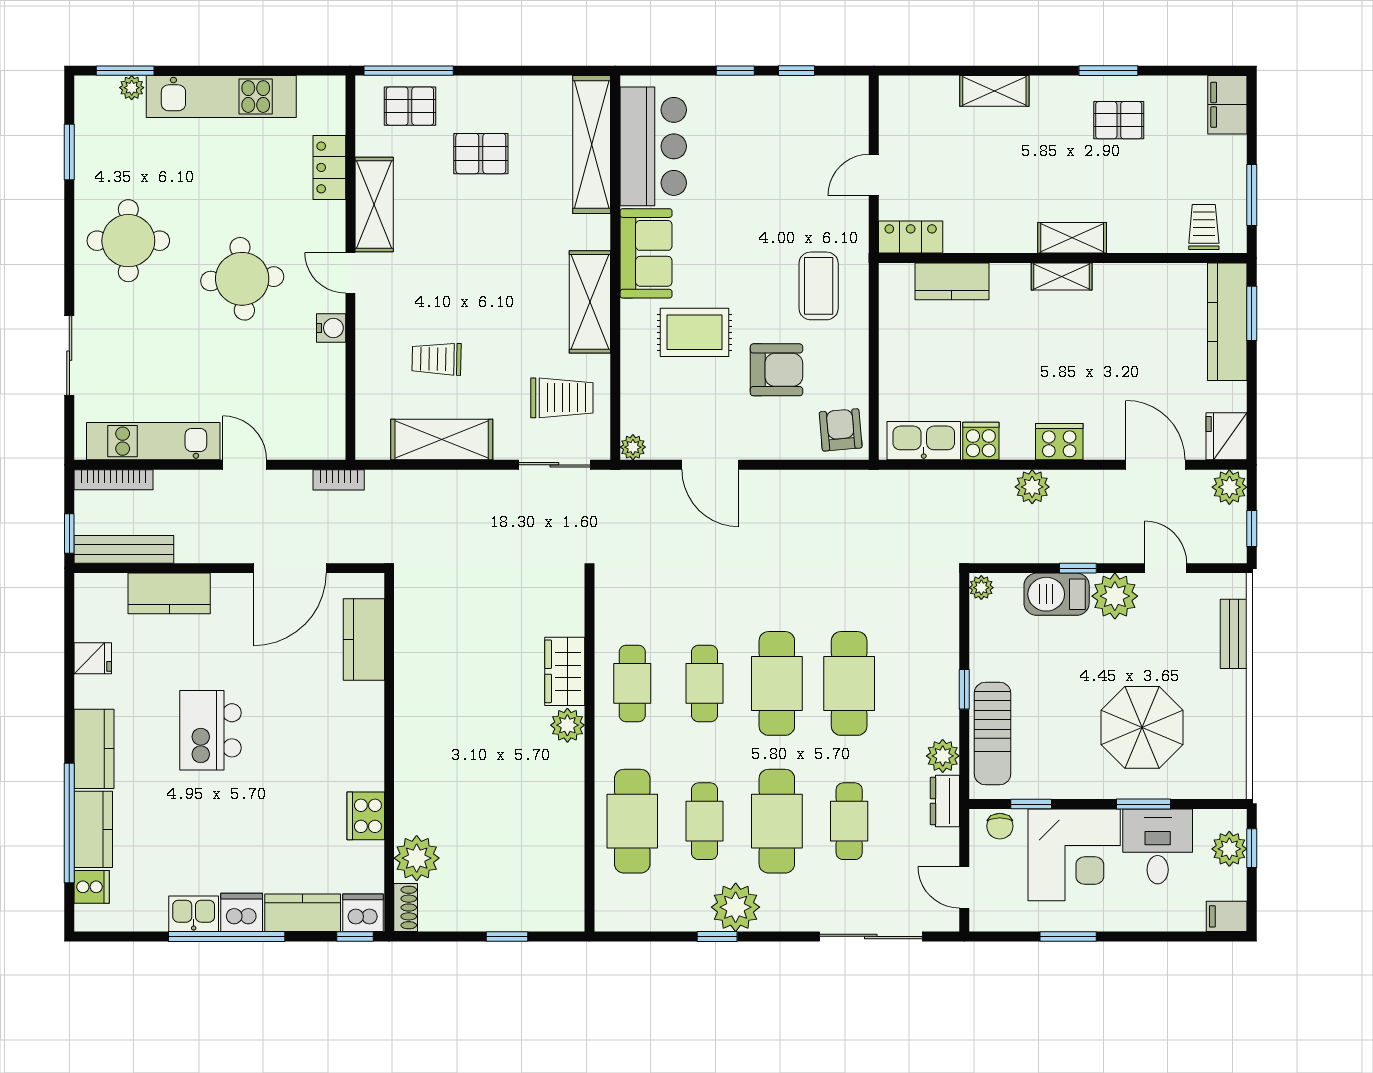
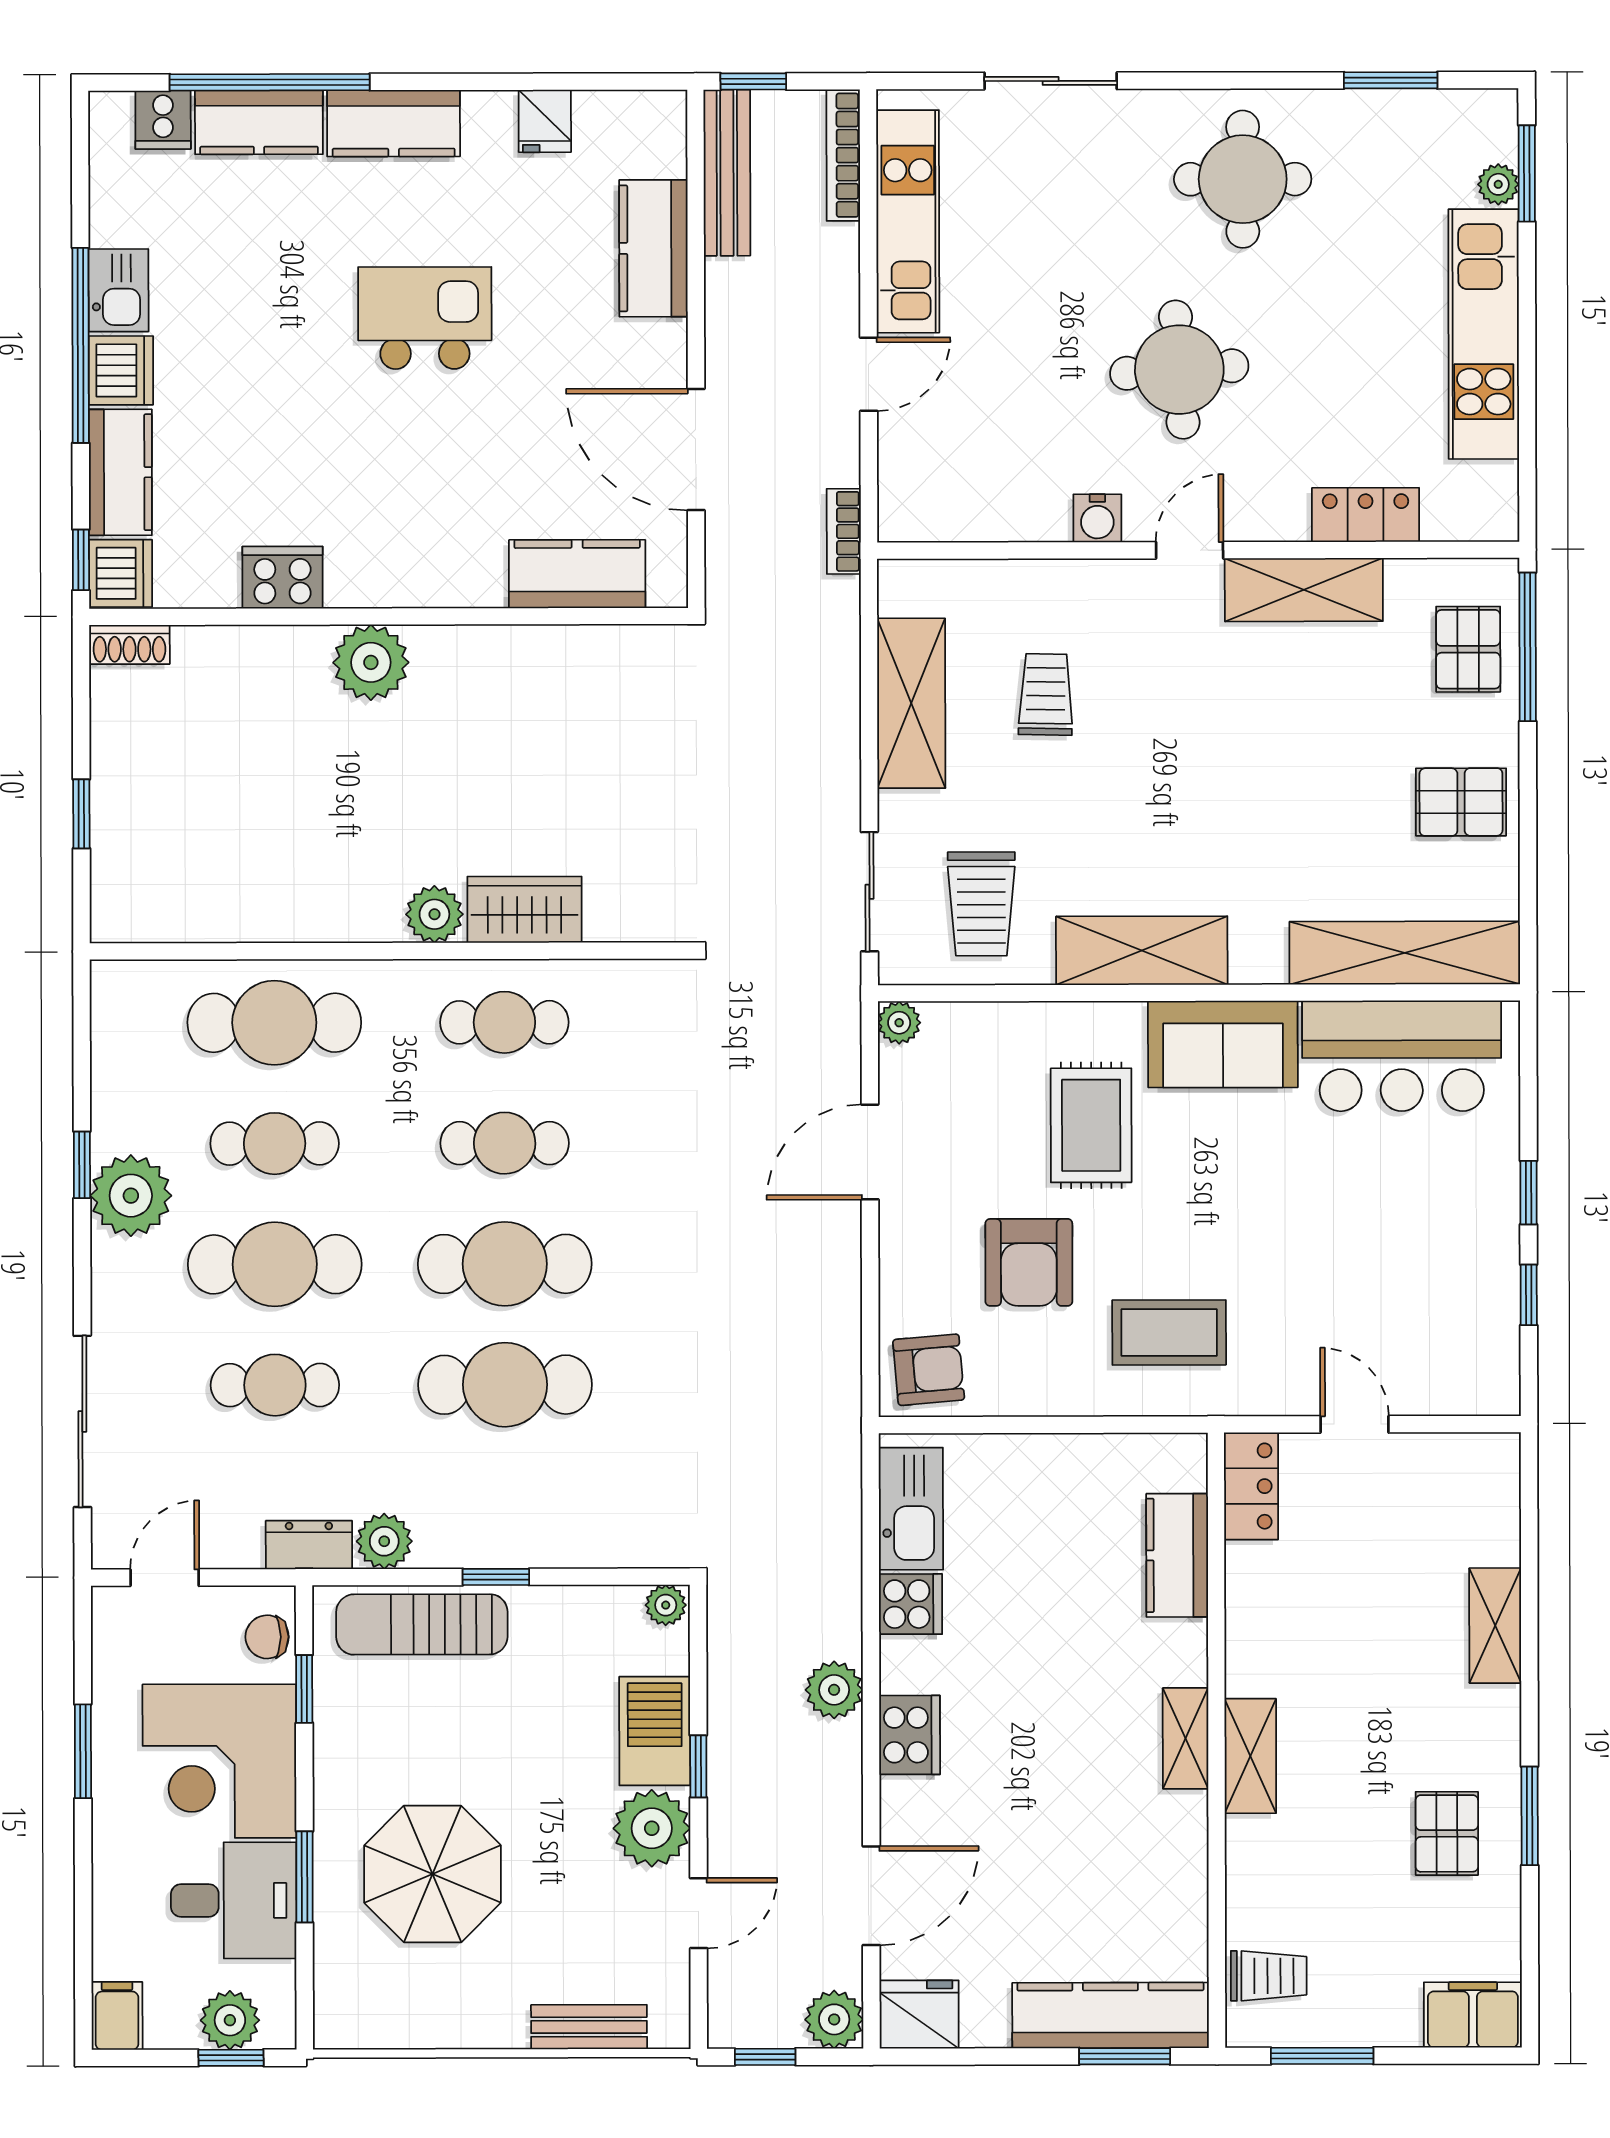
pallet: (481, 154) -> (1461, 802), moved, turned 90
plant: (417, 858) -> (371, 662), moved

